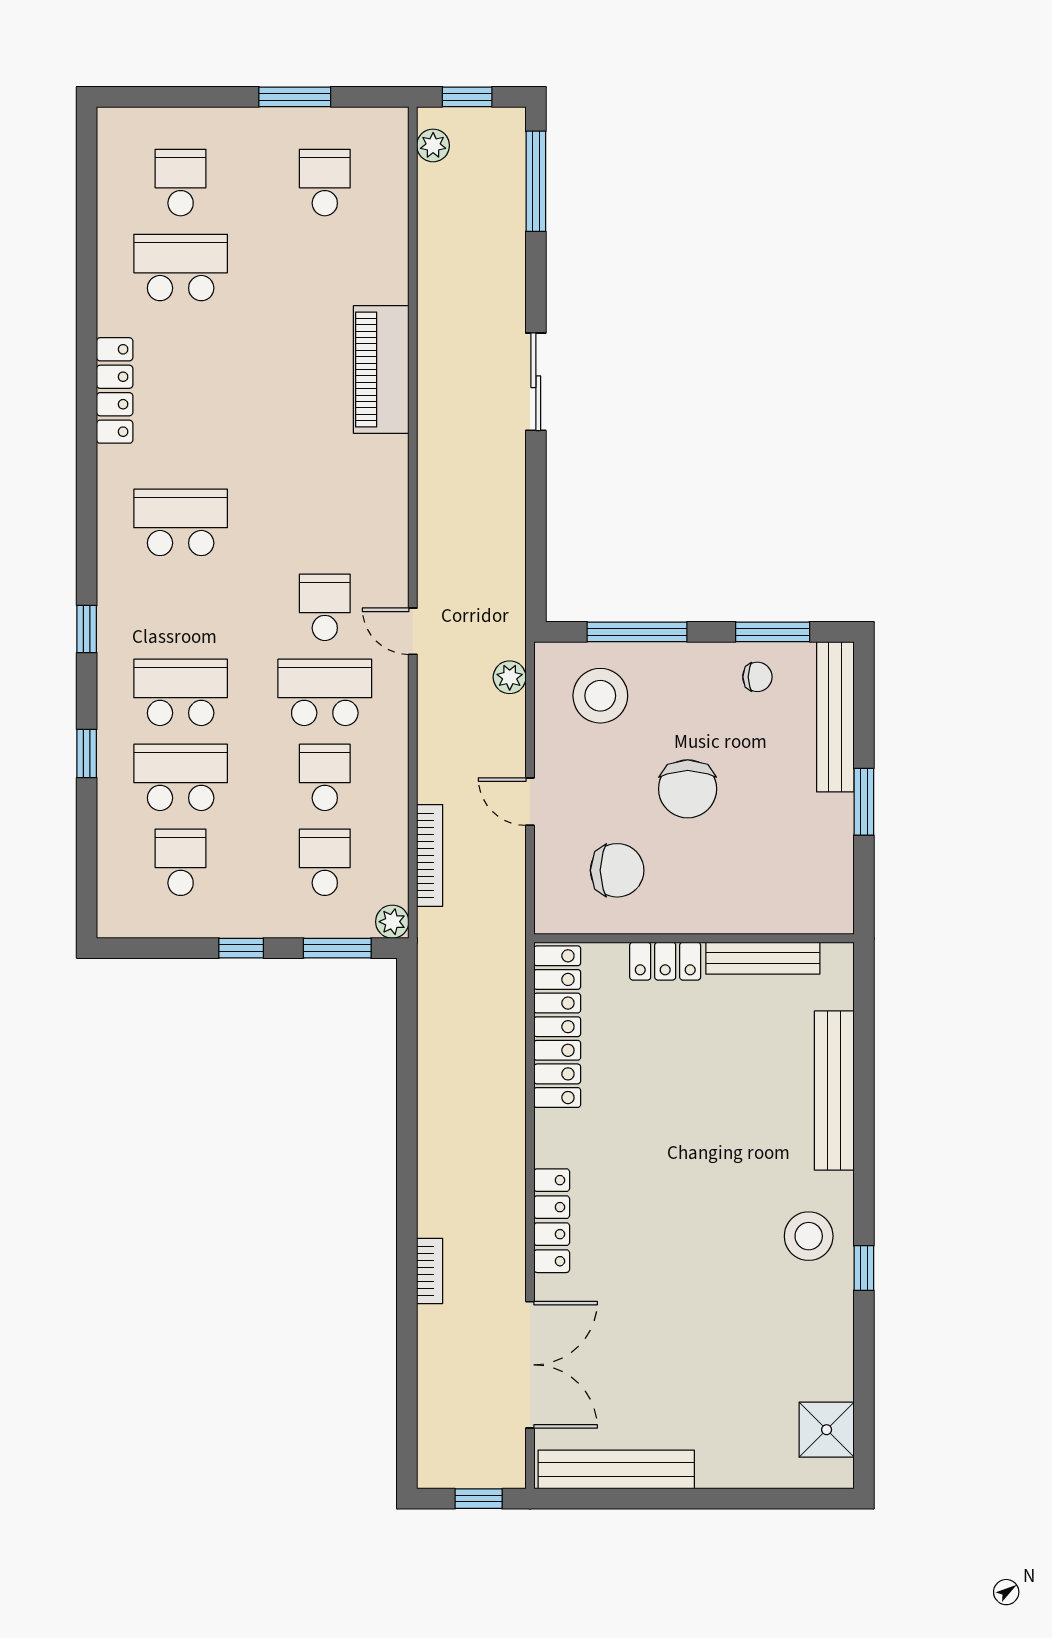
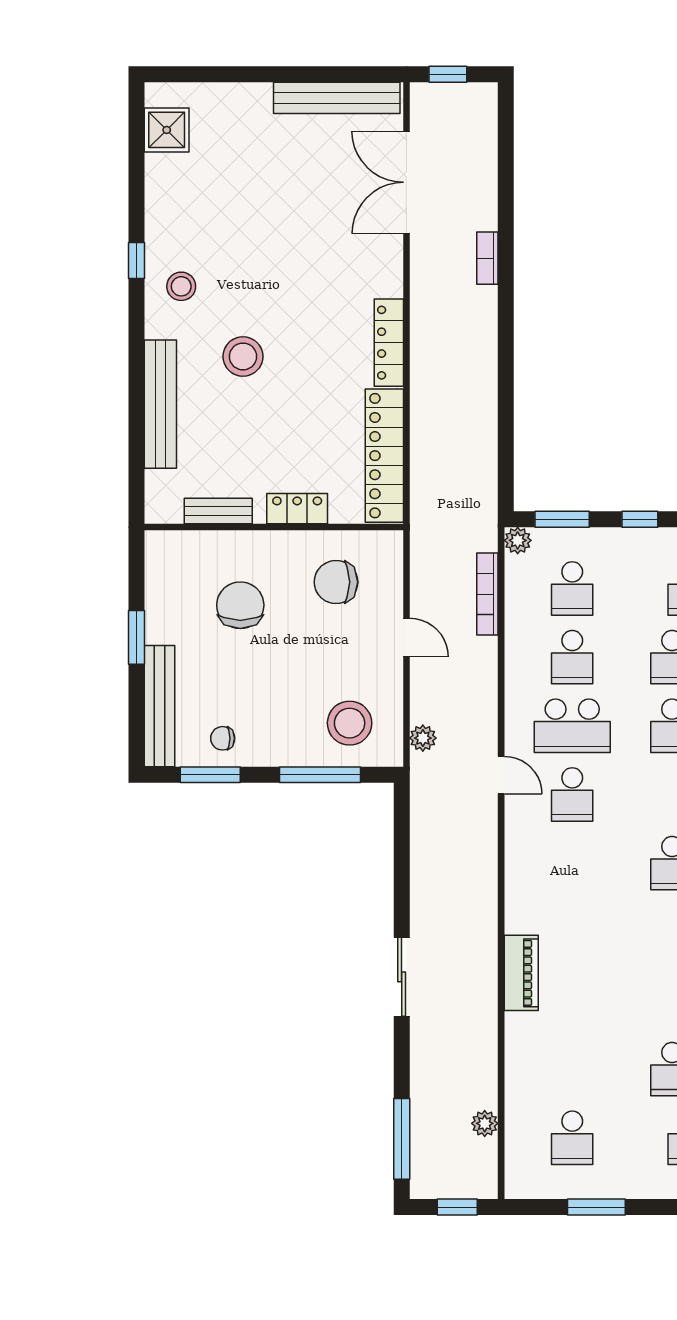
plant: (433, 145) -> (485, 1123), moved
piano: (381, 369) -> (521, 973), width x0.73, depth x0.75
chair: (688, 789) -> (240, 605), moved
bench: (763, 958) -> (218, 511), width x0.73
stool: (732, 1149) -> (243, 356), added
locker: (552, 1221) -> (389, 343), moved
stool: (809, 1236) -> (181, 286), width x0.73, depth x0.73

